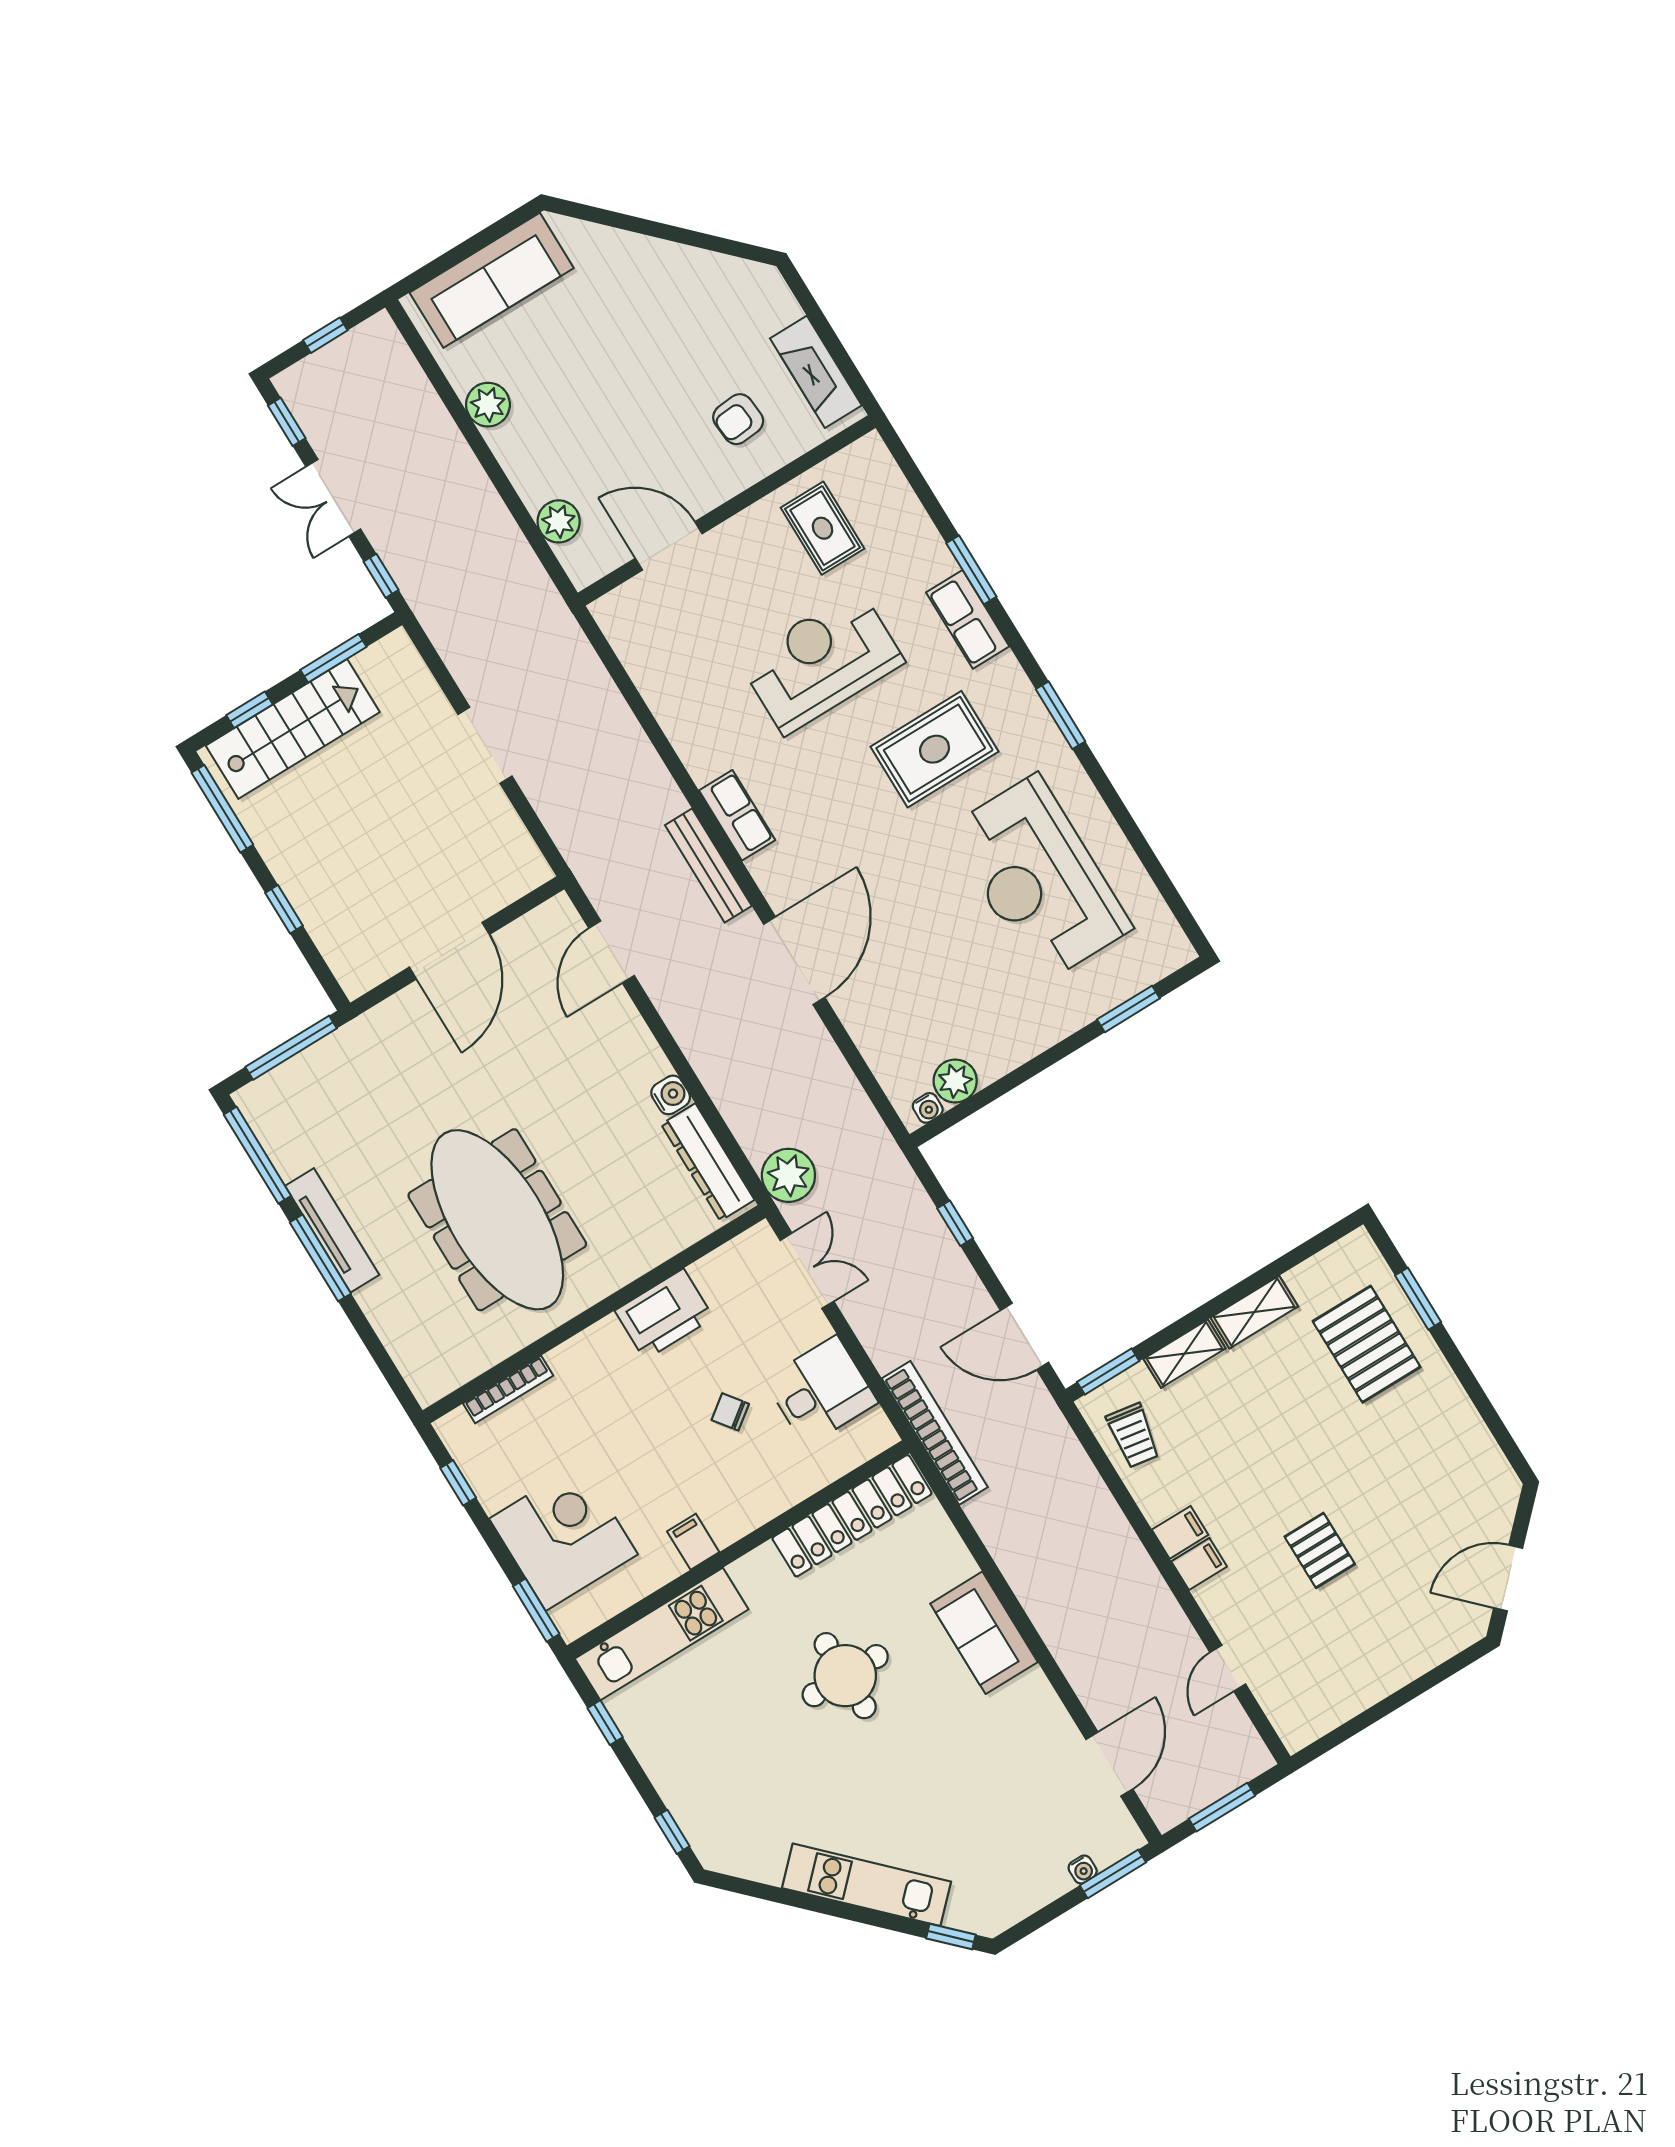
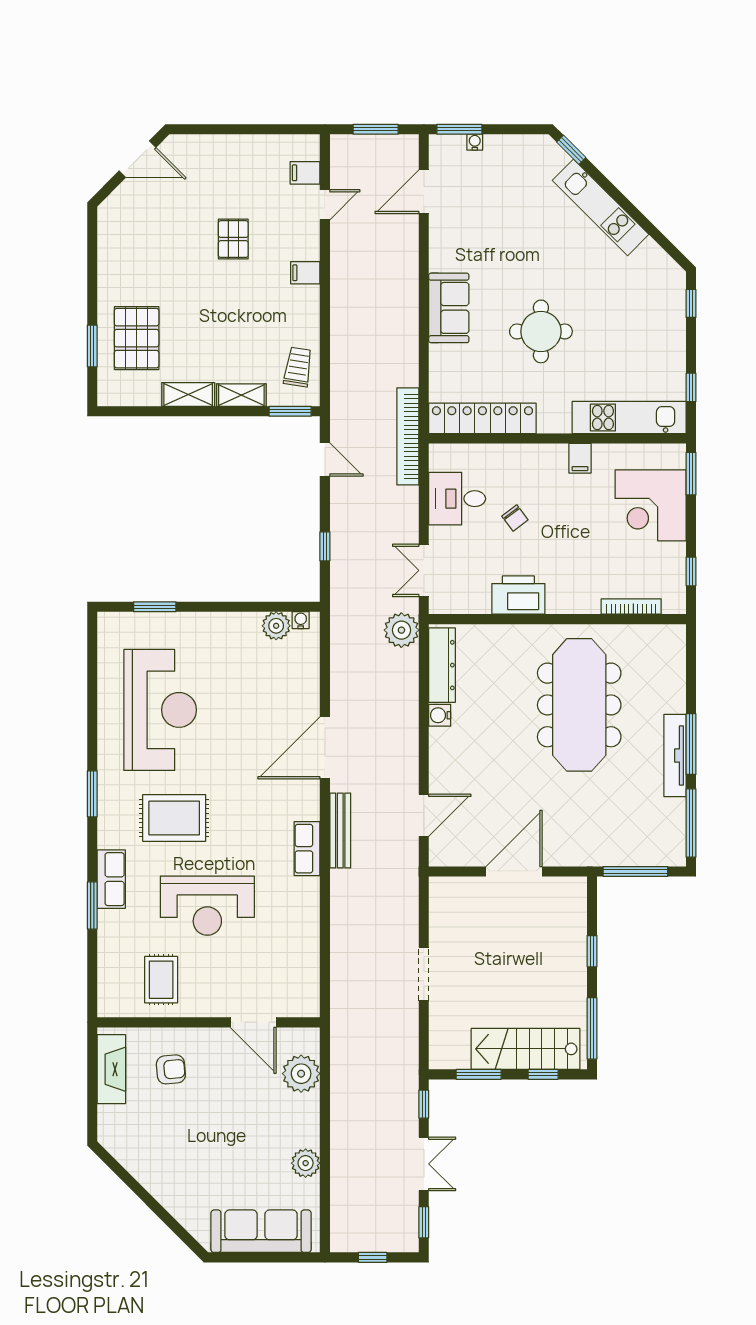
plant: (559, 521) -> (301, 1074), width x1.36, depth x1.36
door: (1024, 1336) -> (325, 460), width x0.73
filing cabinet: (1180, 1532) -> (305, 173), moved

